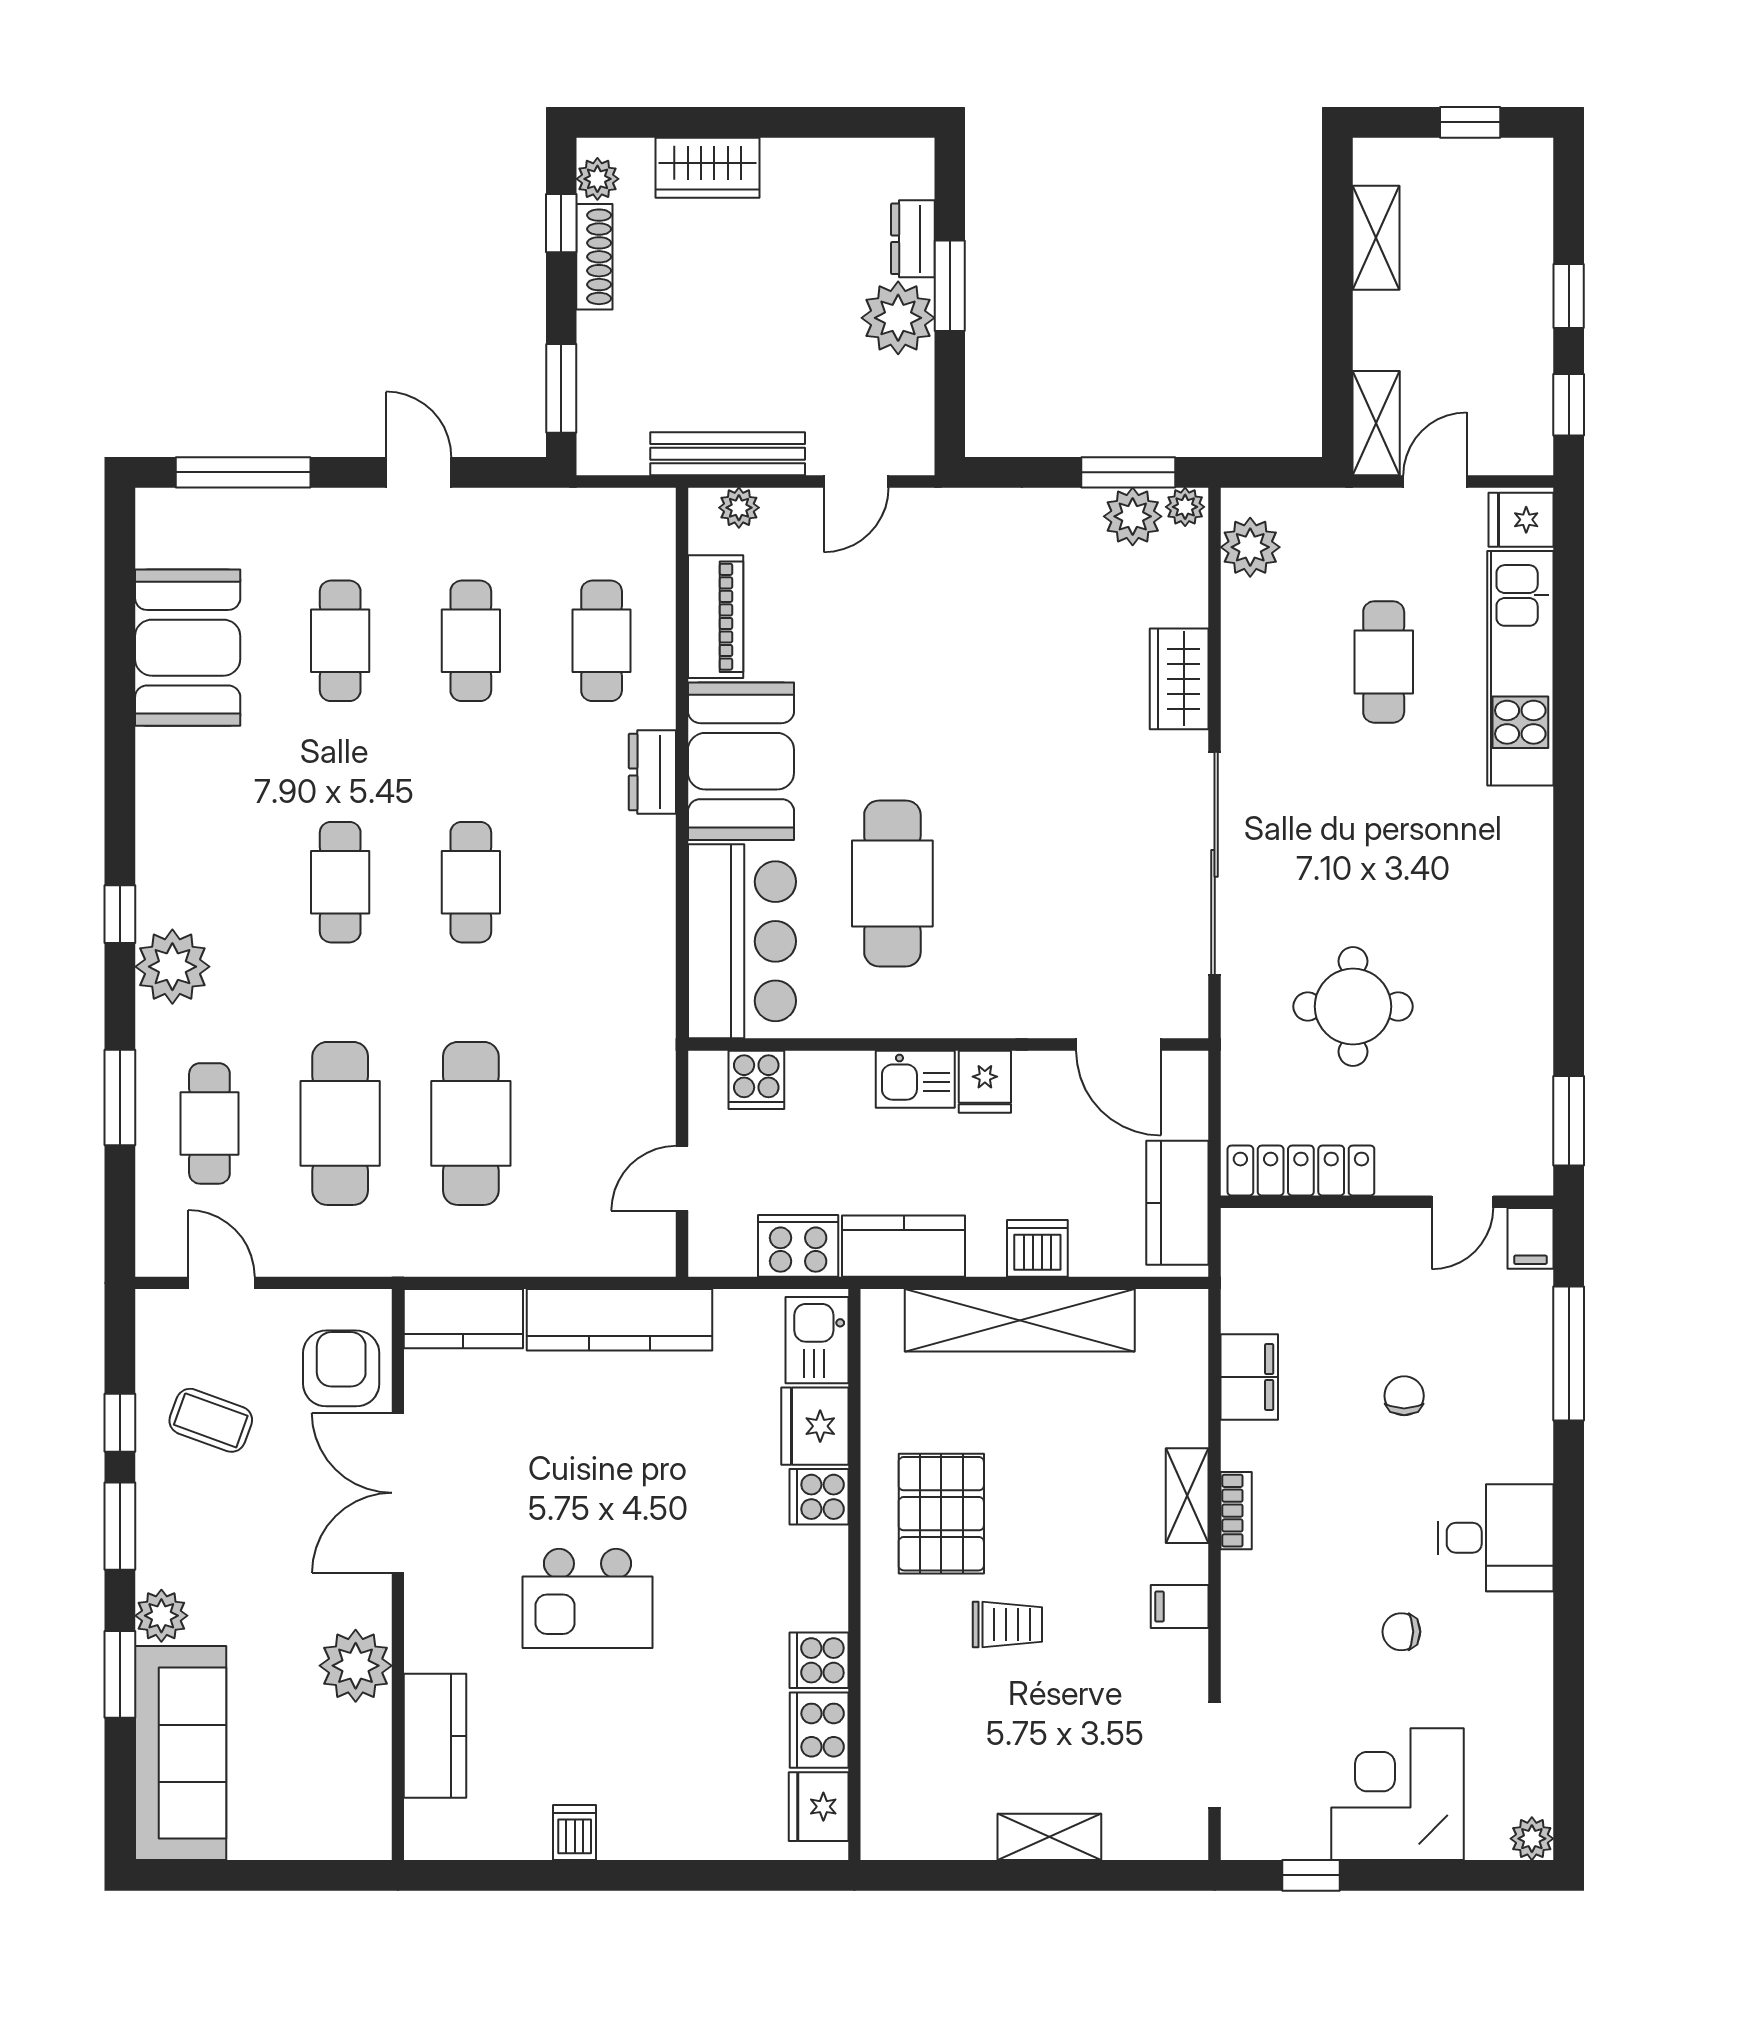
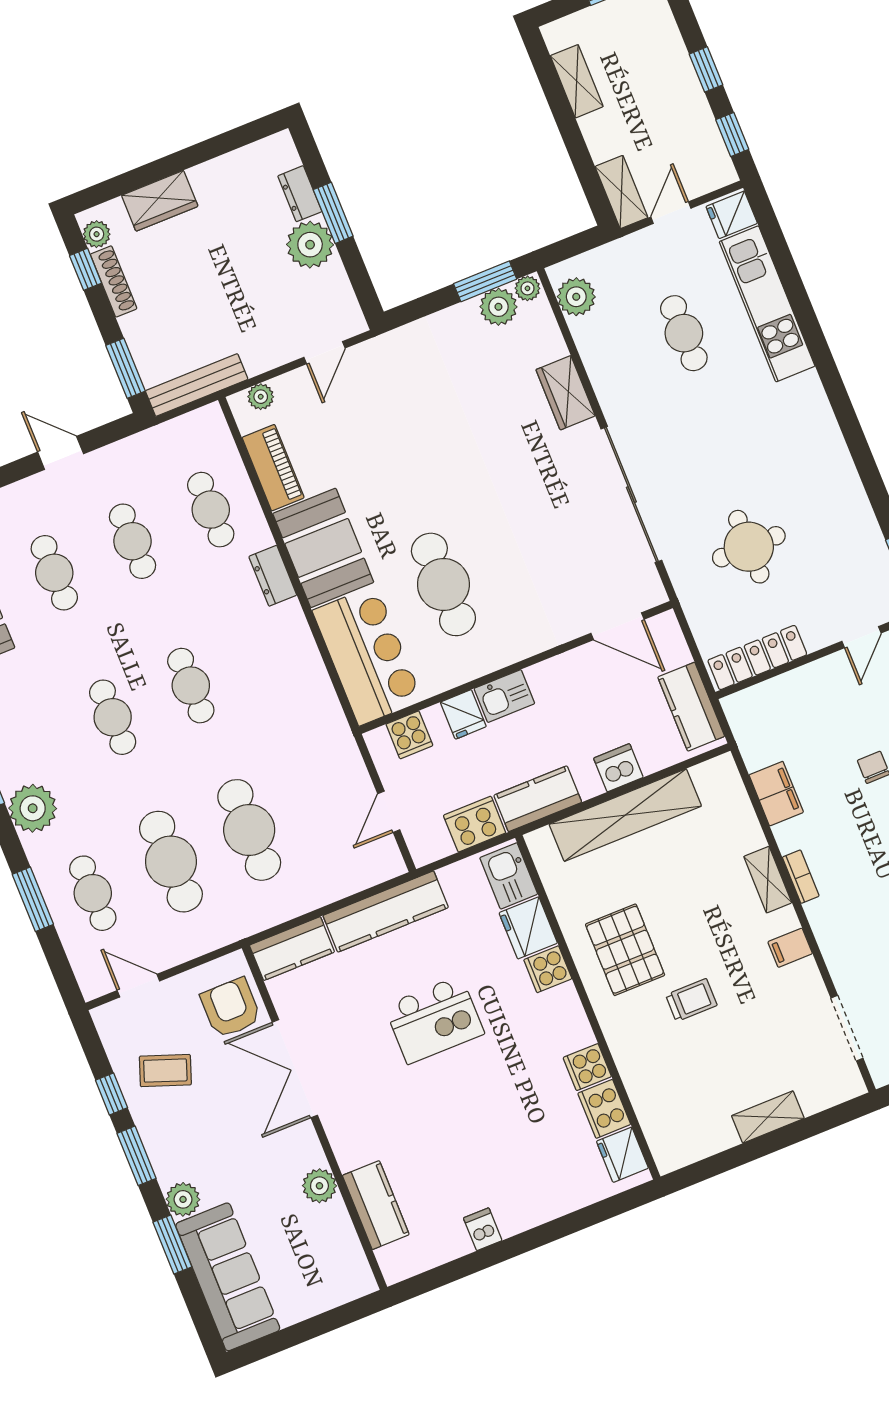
bench: (728, 454) -> (197, 385), moved
fridge: (985, 1082) -> (463, 714), moved
kitchen island: (587, 1598) -> (434, 1020), moved
plant: (356, 1666) -> (319, 1186), width x0.73, depth x0.73

